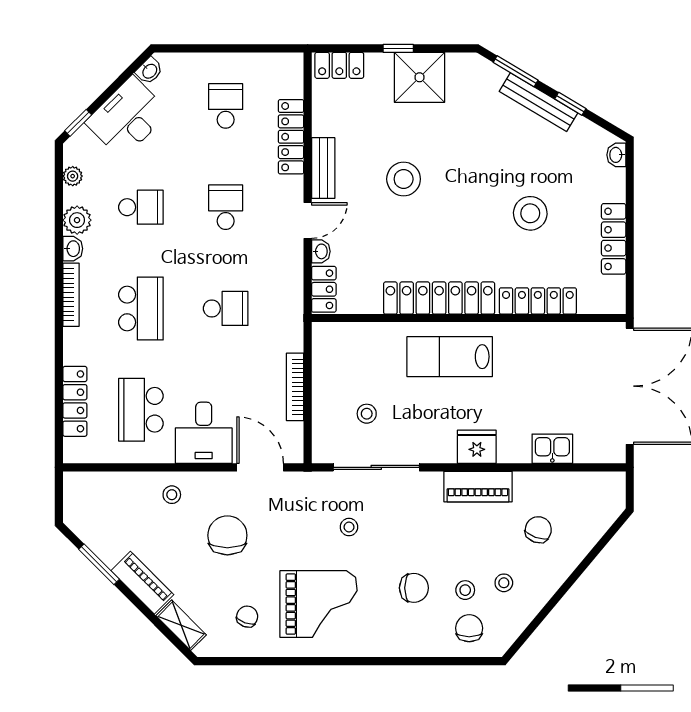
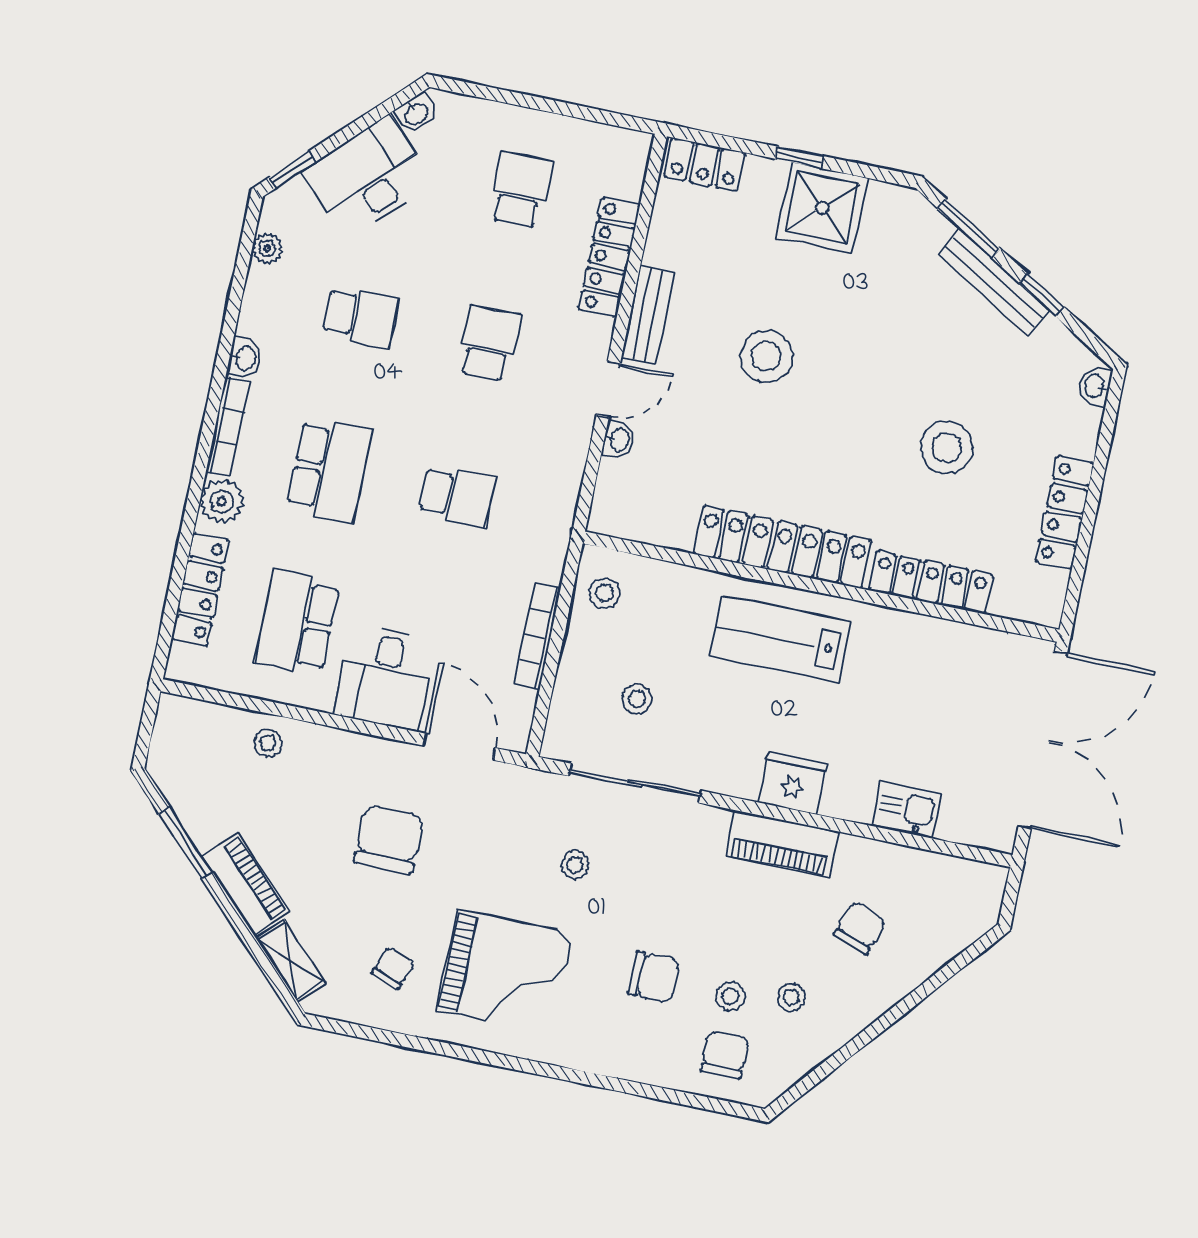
plant: (77, 220) -> (222, 501), moved
locker: (324, 289) -> (611, 498), removed
stool: (332, 351) -> (605, 593), added
stool: (172, 495) -> (268, 743), moved

